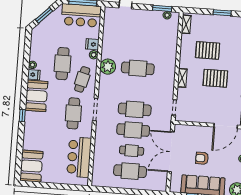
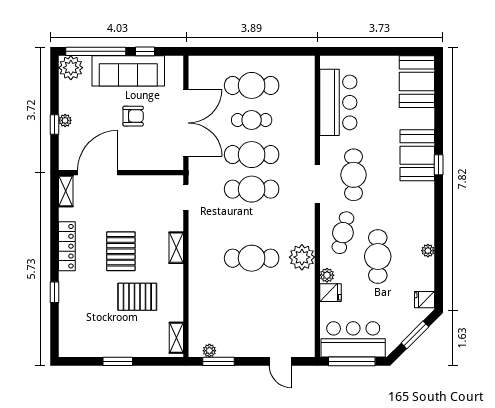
fridge: (34, 75) -> (424, 300), moved
pallet: (215, 78) -> (121, 251), turned 90
booth: (37, 96) -> (417, 155), moved

